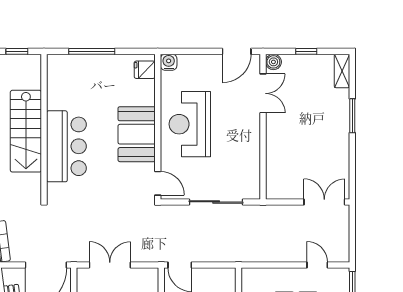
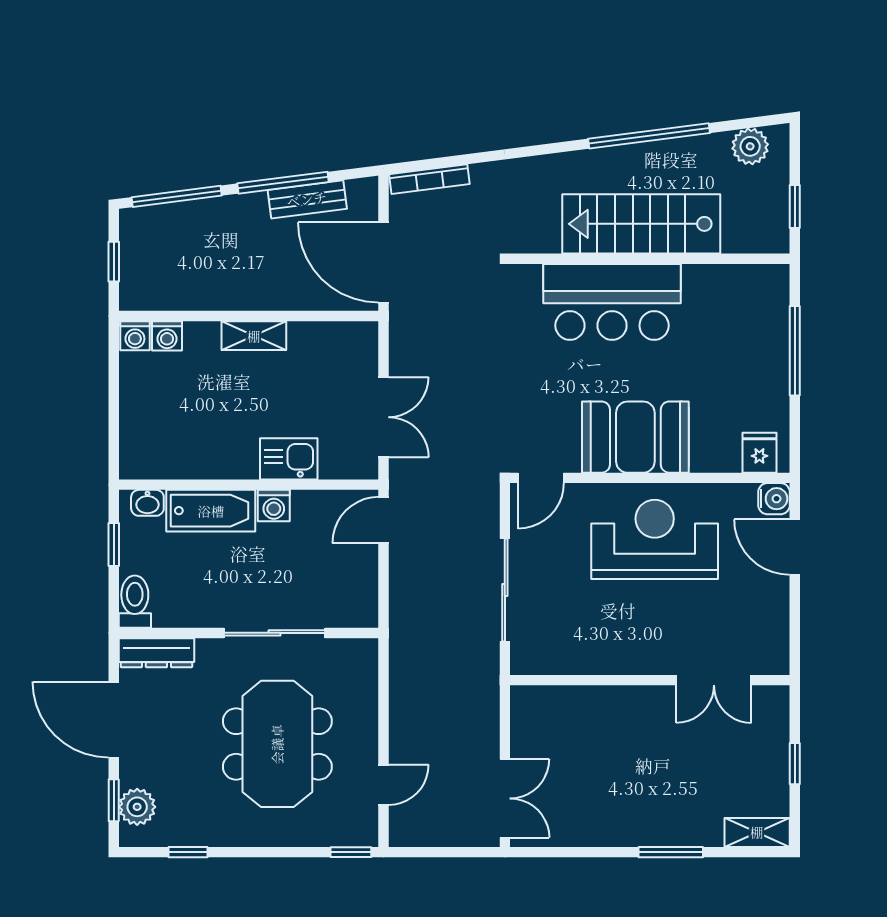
door: (237, 51) -> (795, 547), moved
boiler: (273, 62) -> (775, 700), removed
double door: (110, 265) -> (383, 417), moved

